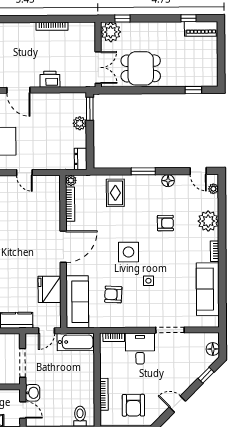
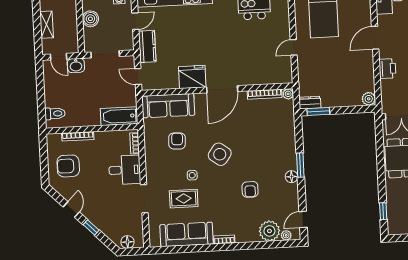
window: (90, 109) -> (318, 111), moved
plant: (80, 123) -> (369, 99), moved
floor lamp: (168, 181) -> (292, 177), moved
rug: (115, 193) -> (184, 199), moved
plant: (208, 221) -> (269, 231), moved
door: (63, 247) -> (222, 89), hinge flipped
side table: (129, 252) -> (220, 154), turned 36
fridge: (50, 289) -> (192, 77), moved
bathtub: (76, 342) -> (119, 116), moved, turned 90
window: (206, 375) -> (91, 227), moved
door: (23, 410) -> (59, 57), hinge flipped

